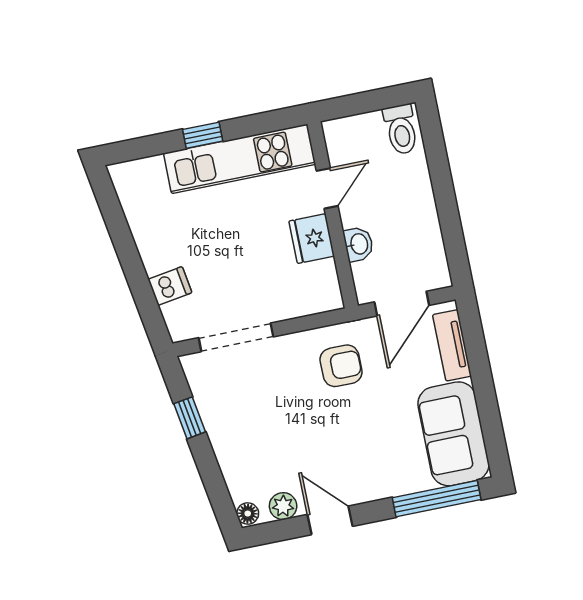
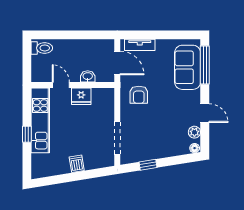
dishwasher: (170, 286) -> (77, 164), moved
armchair: (341, 366) -> (139, 95), turned 180
sofa: (453, 434) -> (188, 67), moved, turned 90
door: (330, 520) -> (205, 113), swing flipped

